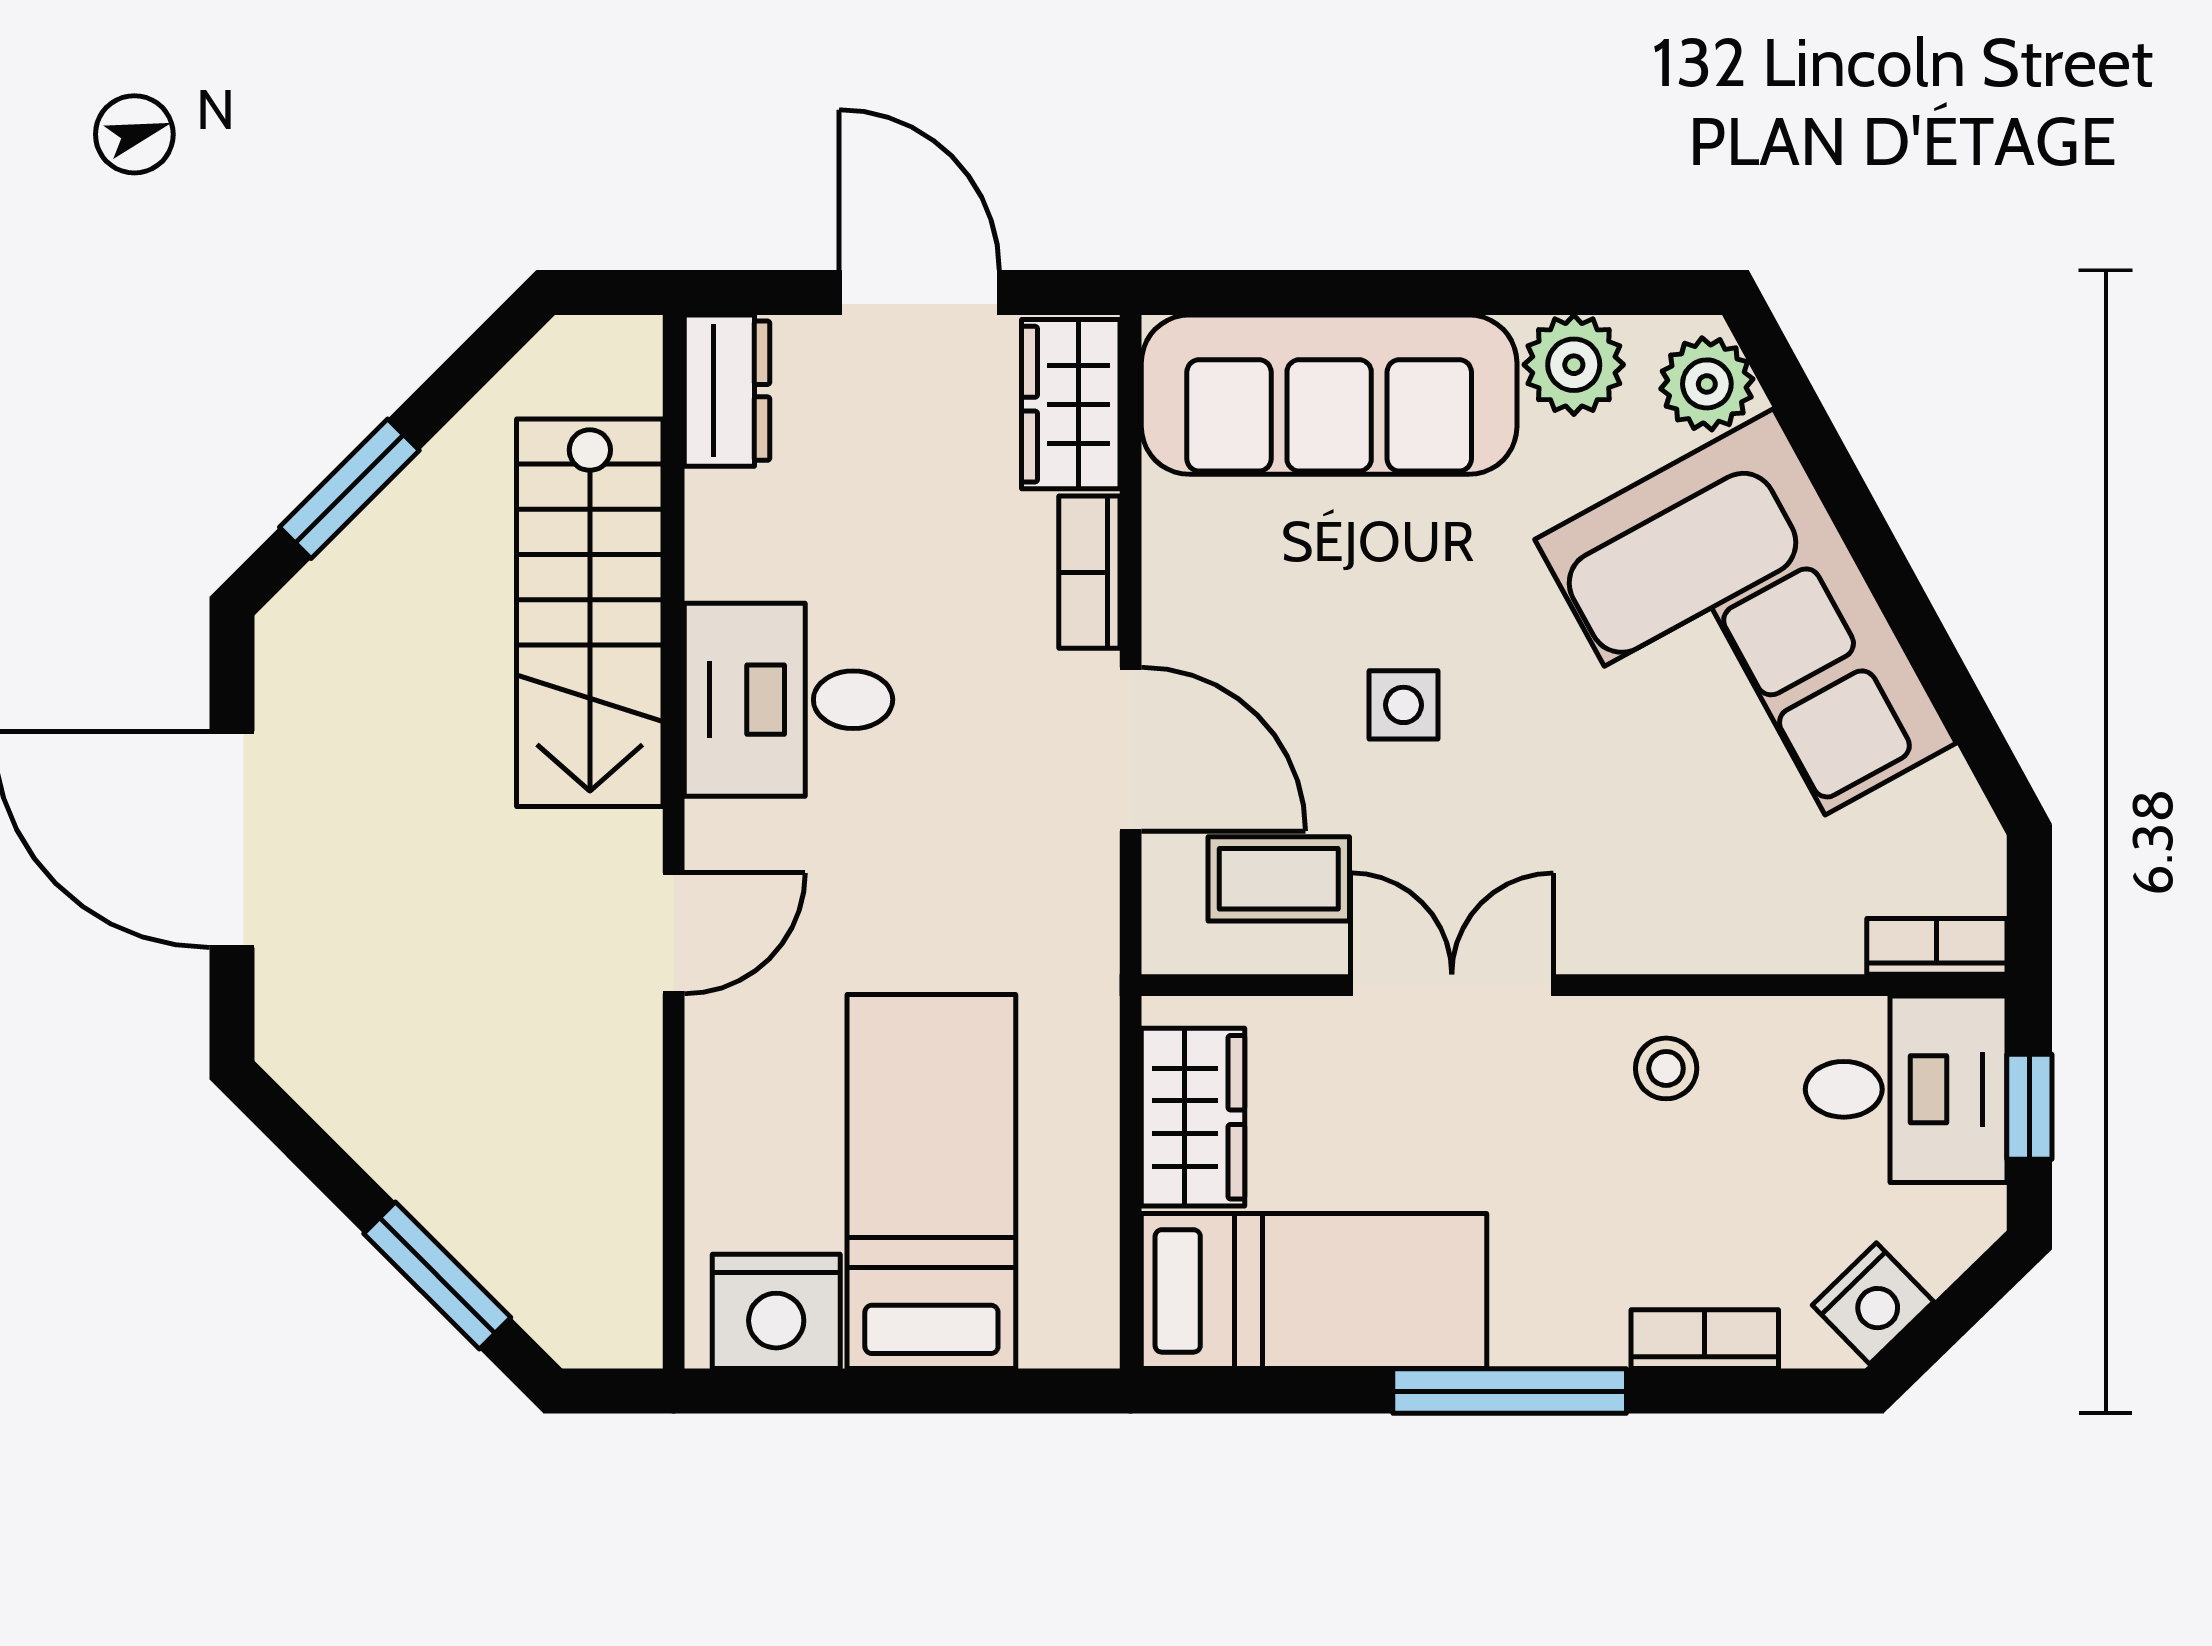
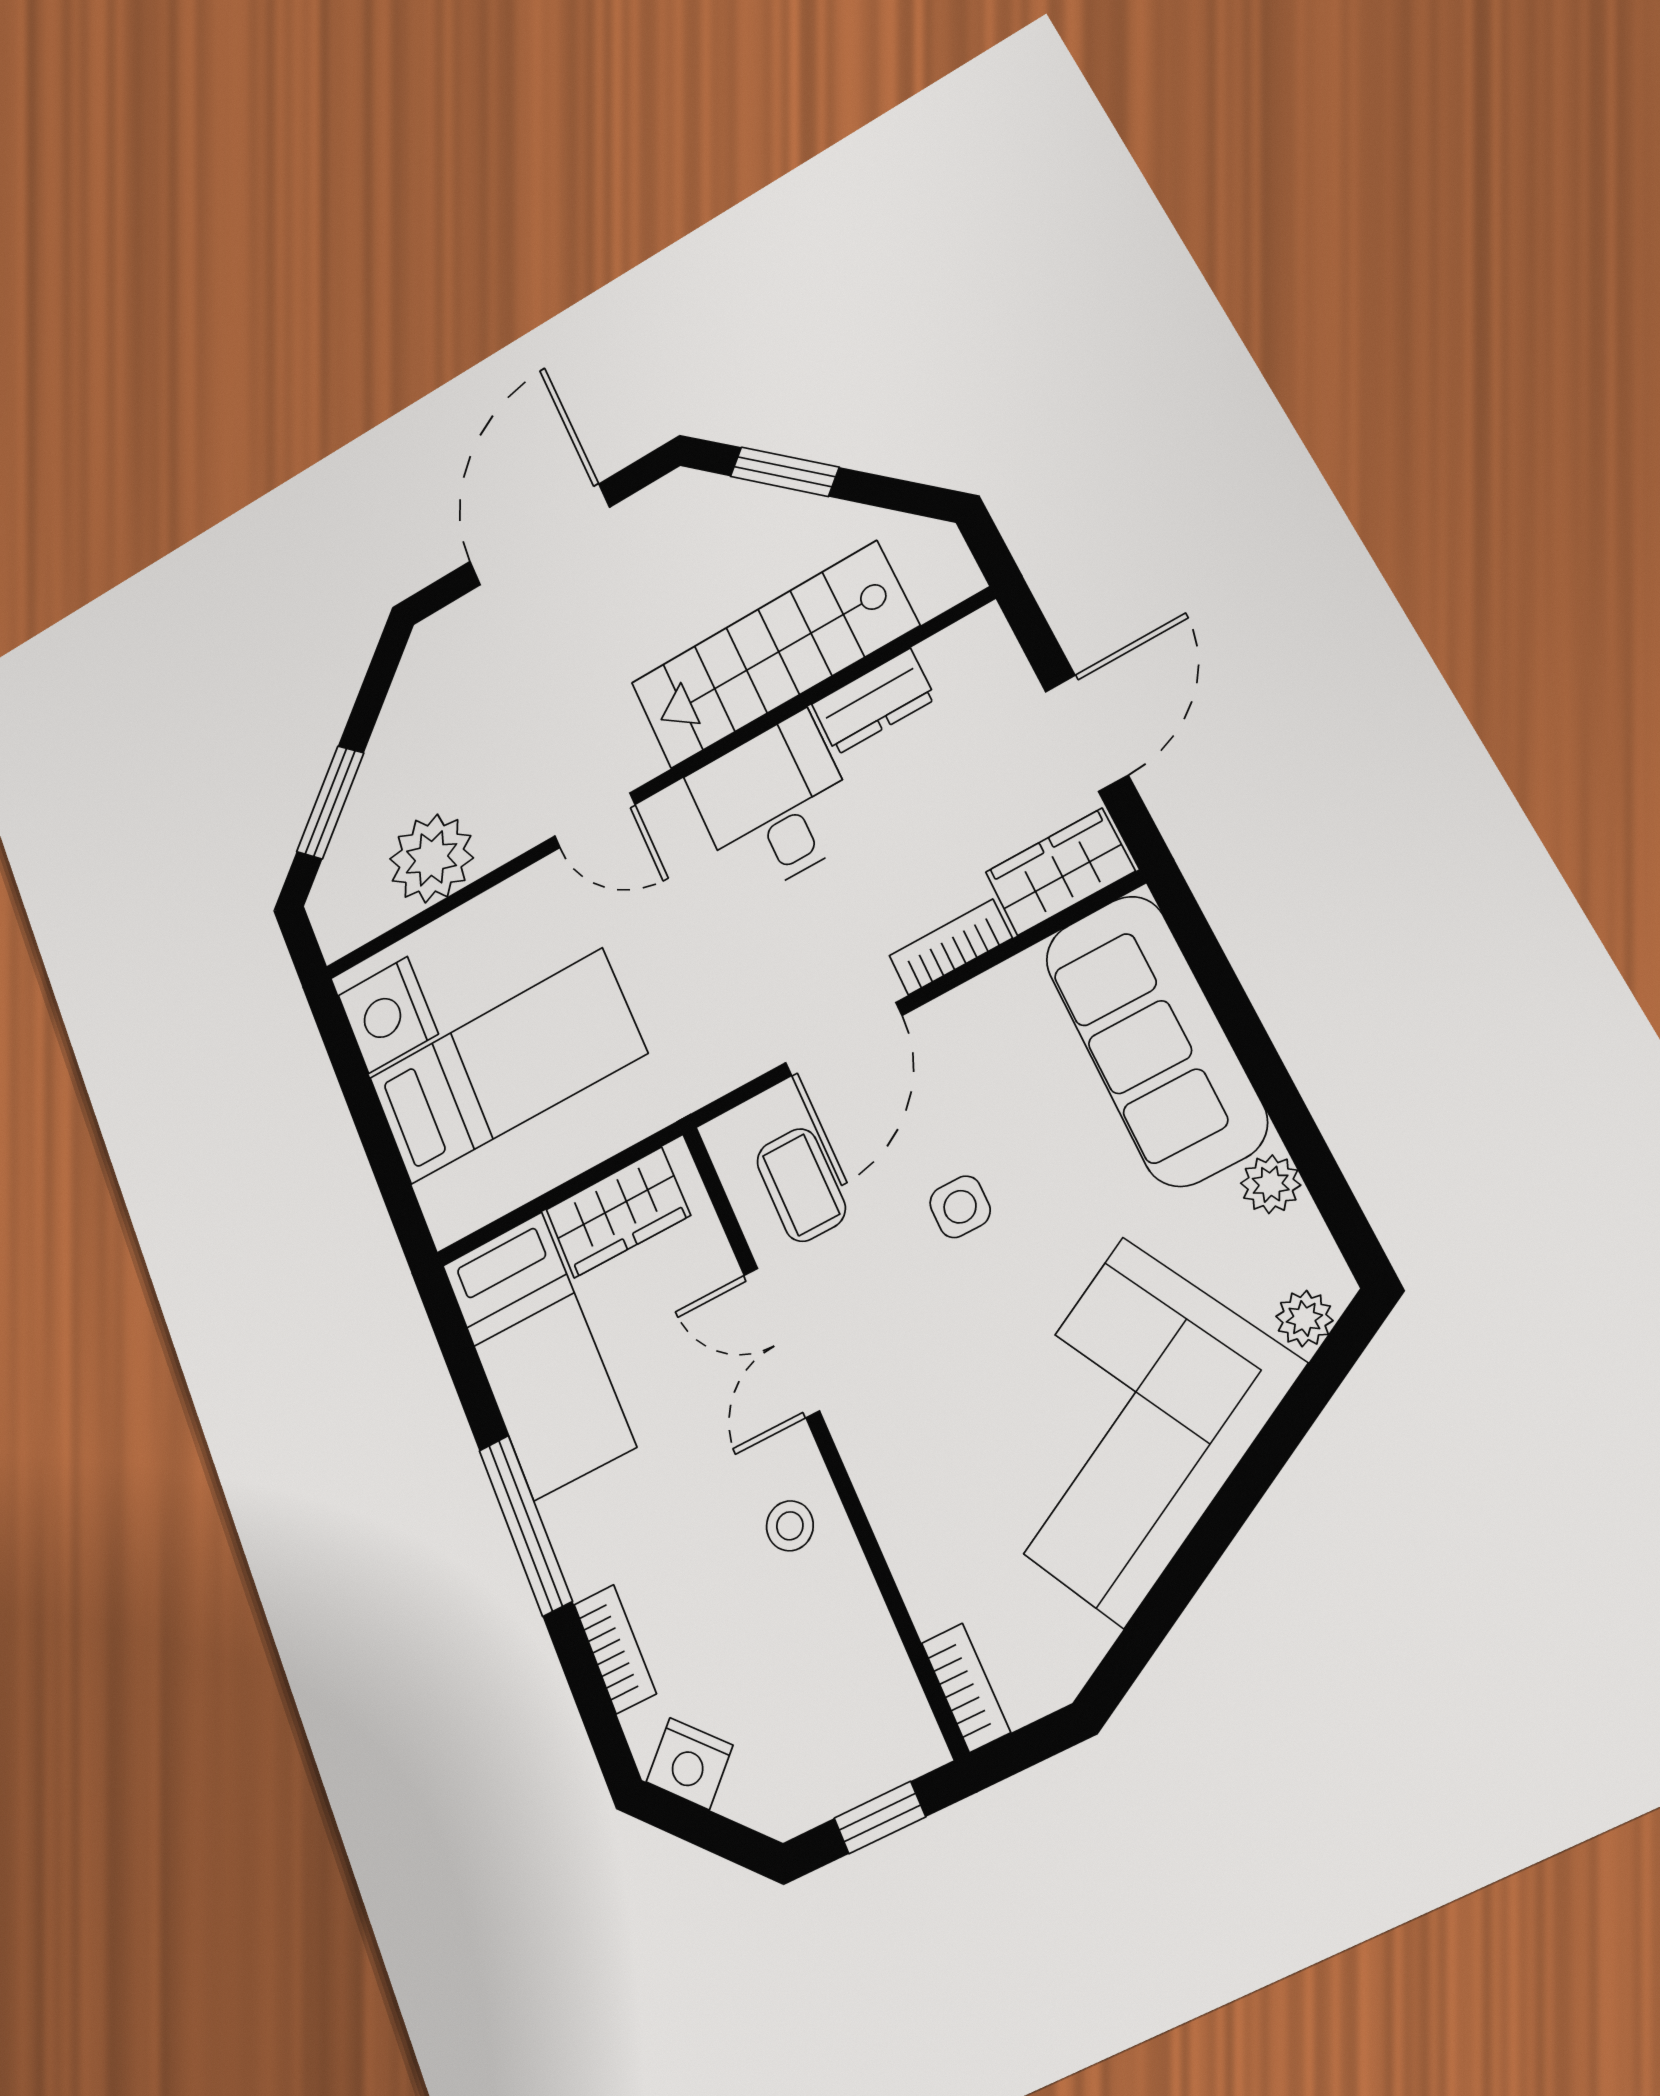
plant: (1574, 365) -> (1271, 1184), width x0.73, depth x0.73
plant: (1707, 384) -> (1304, 1318), width x0.73, depth x0.73
dresser: (727, 391) -> (873, 702), moved
double door: (1452, 985) -> (781, 1342), swing flipped
desk: (1906, 1089) -> (852, 1715), removed
plant: (598, 1168) -> (431, 858), added

